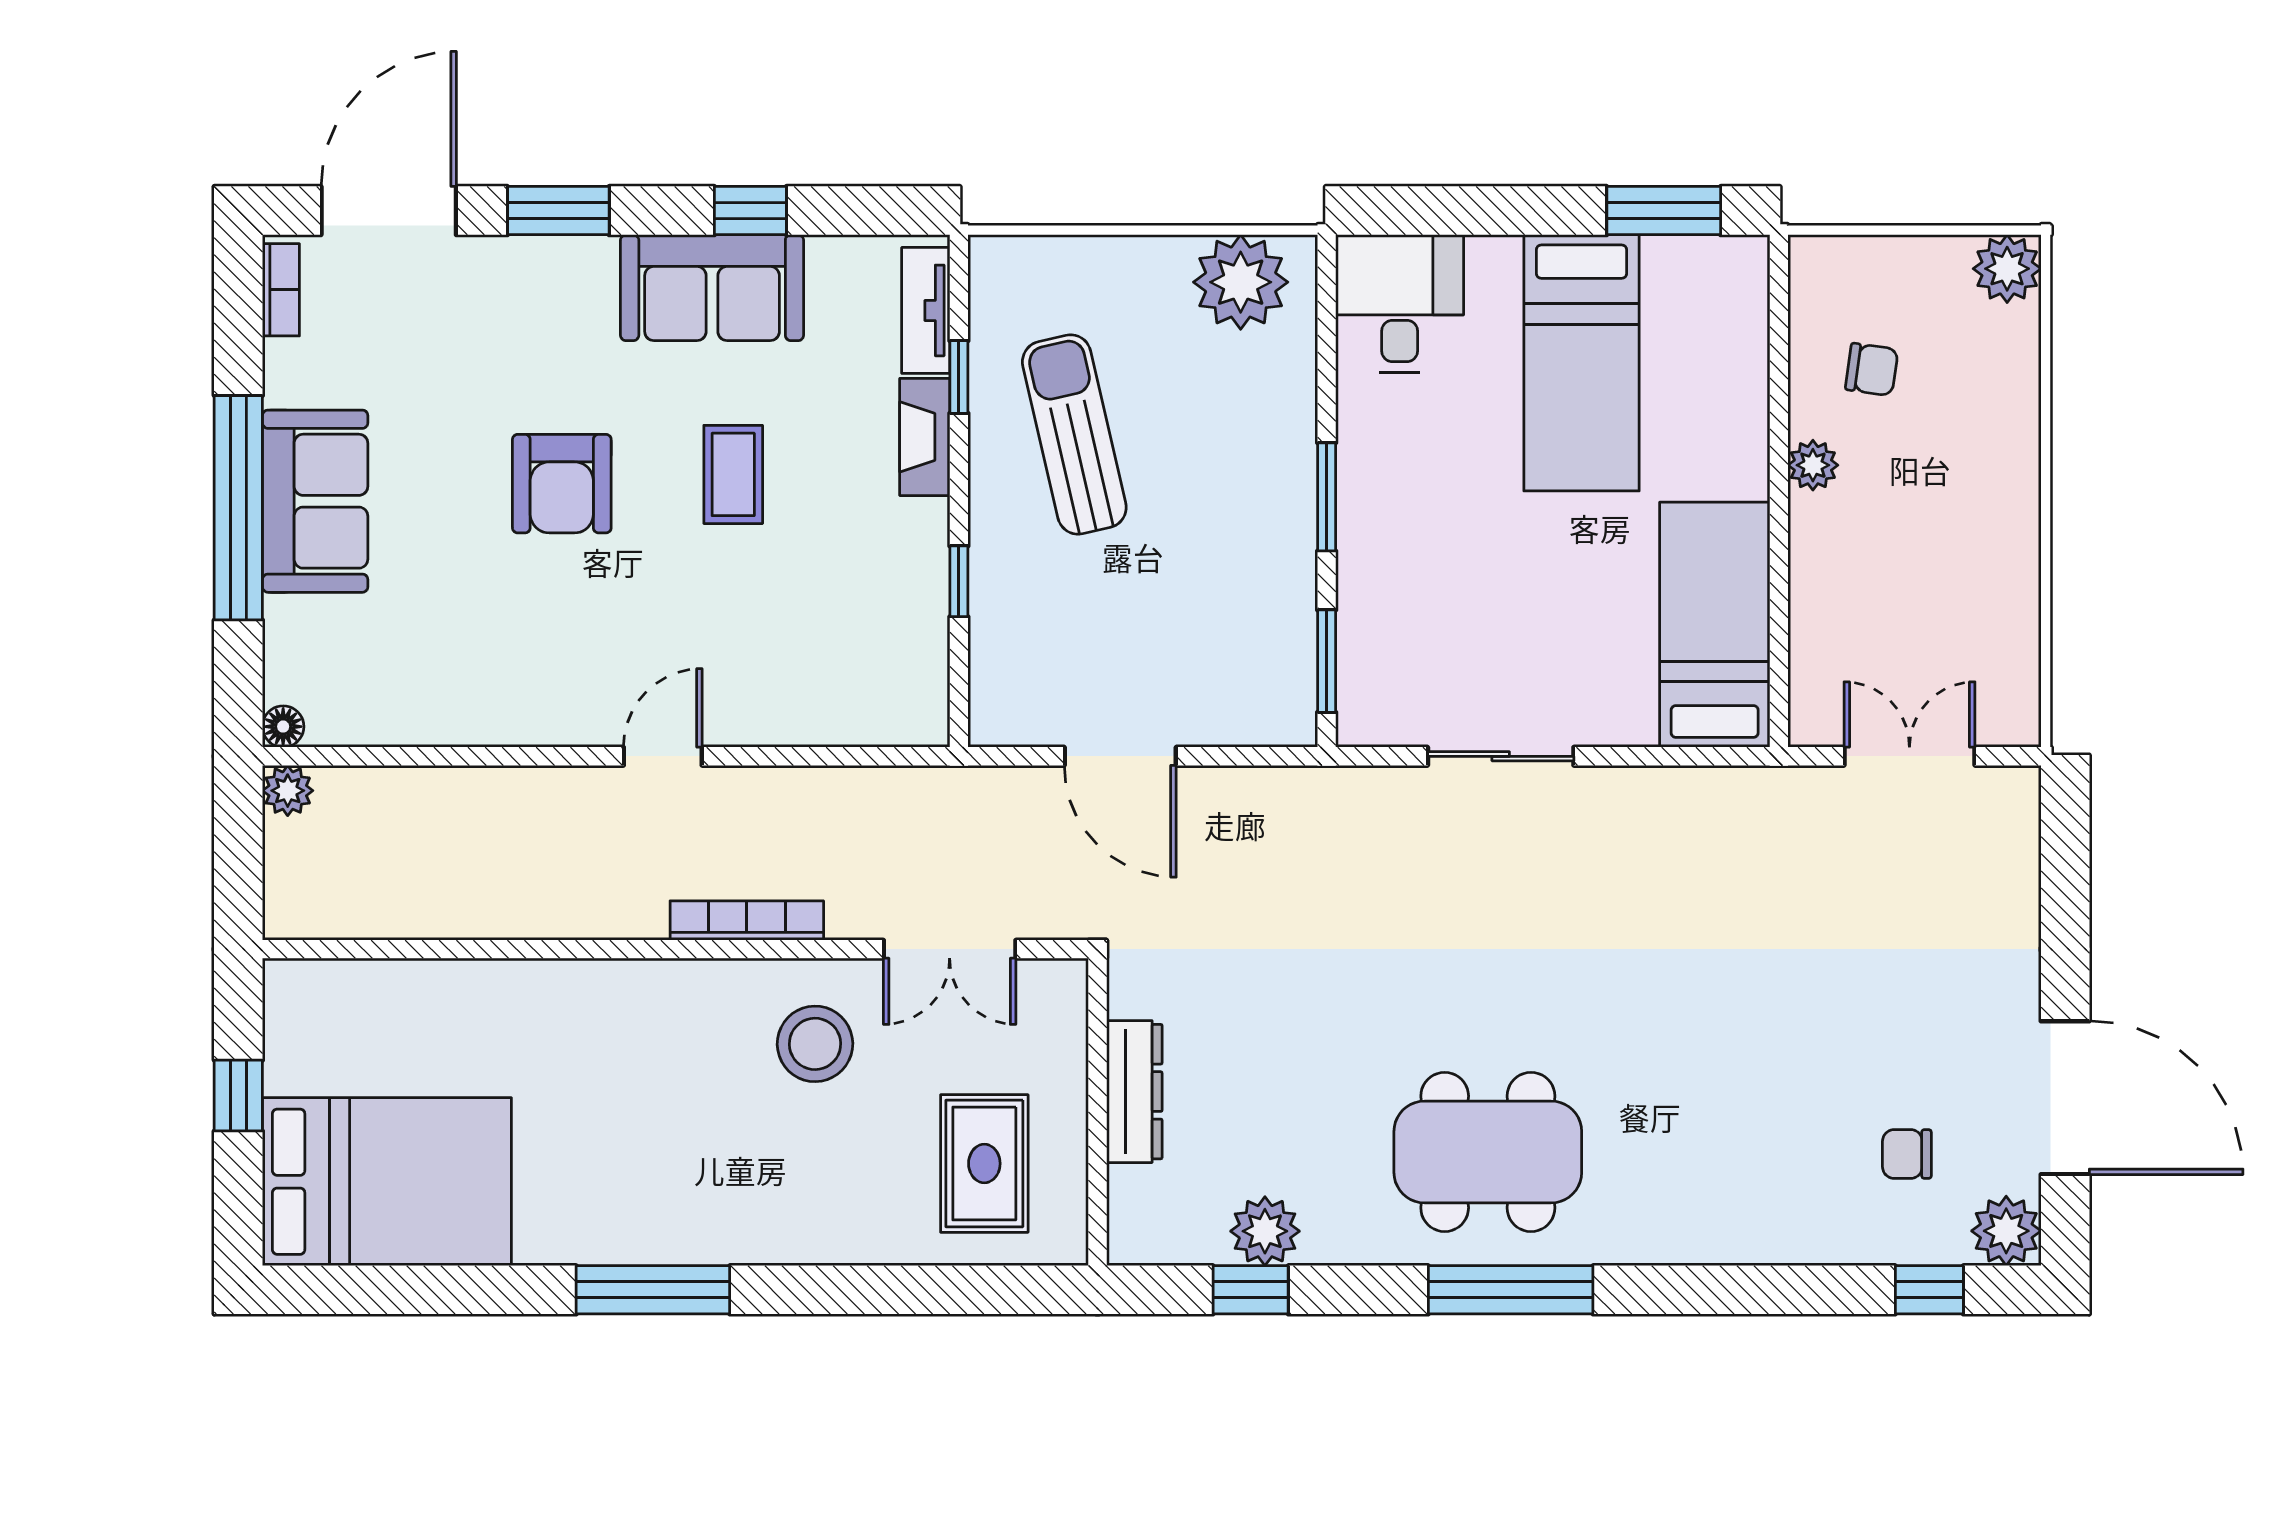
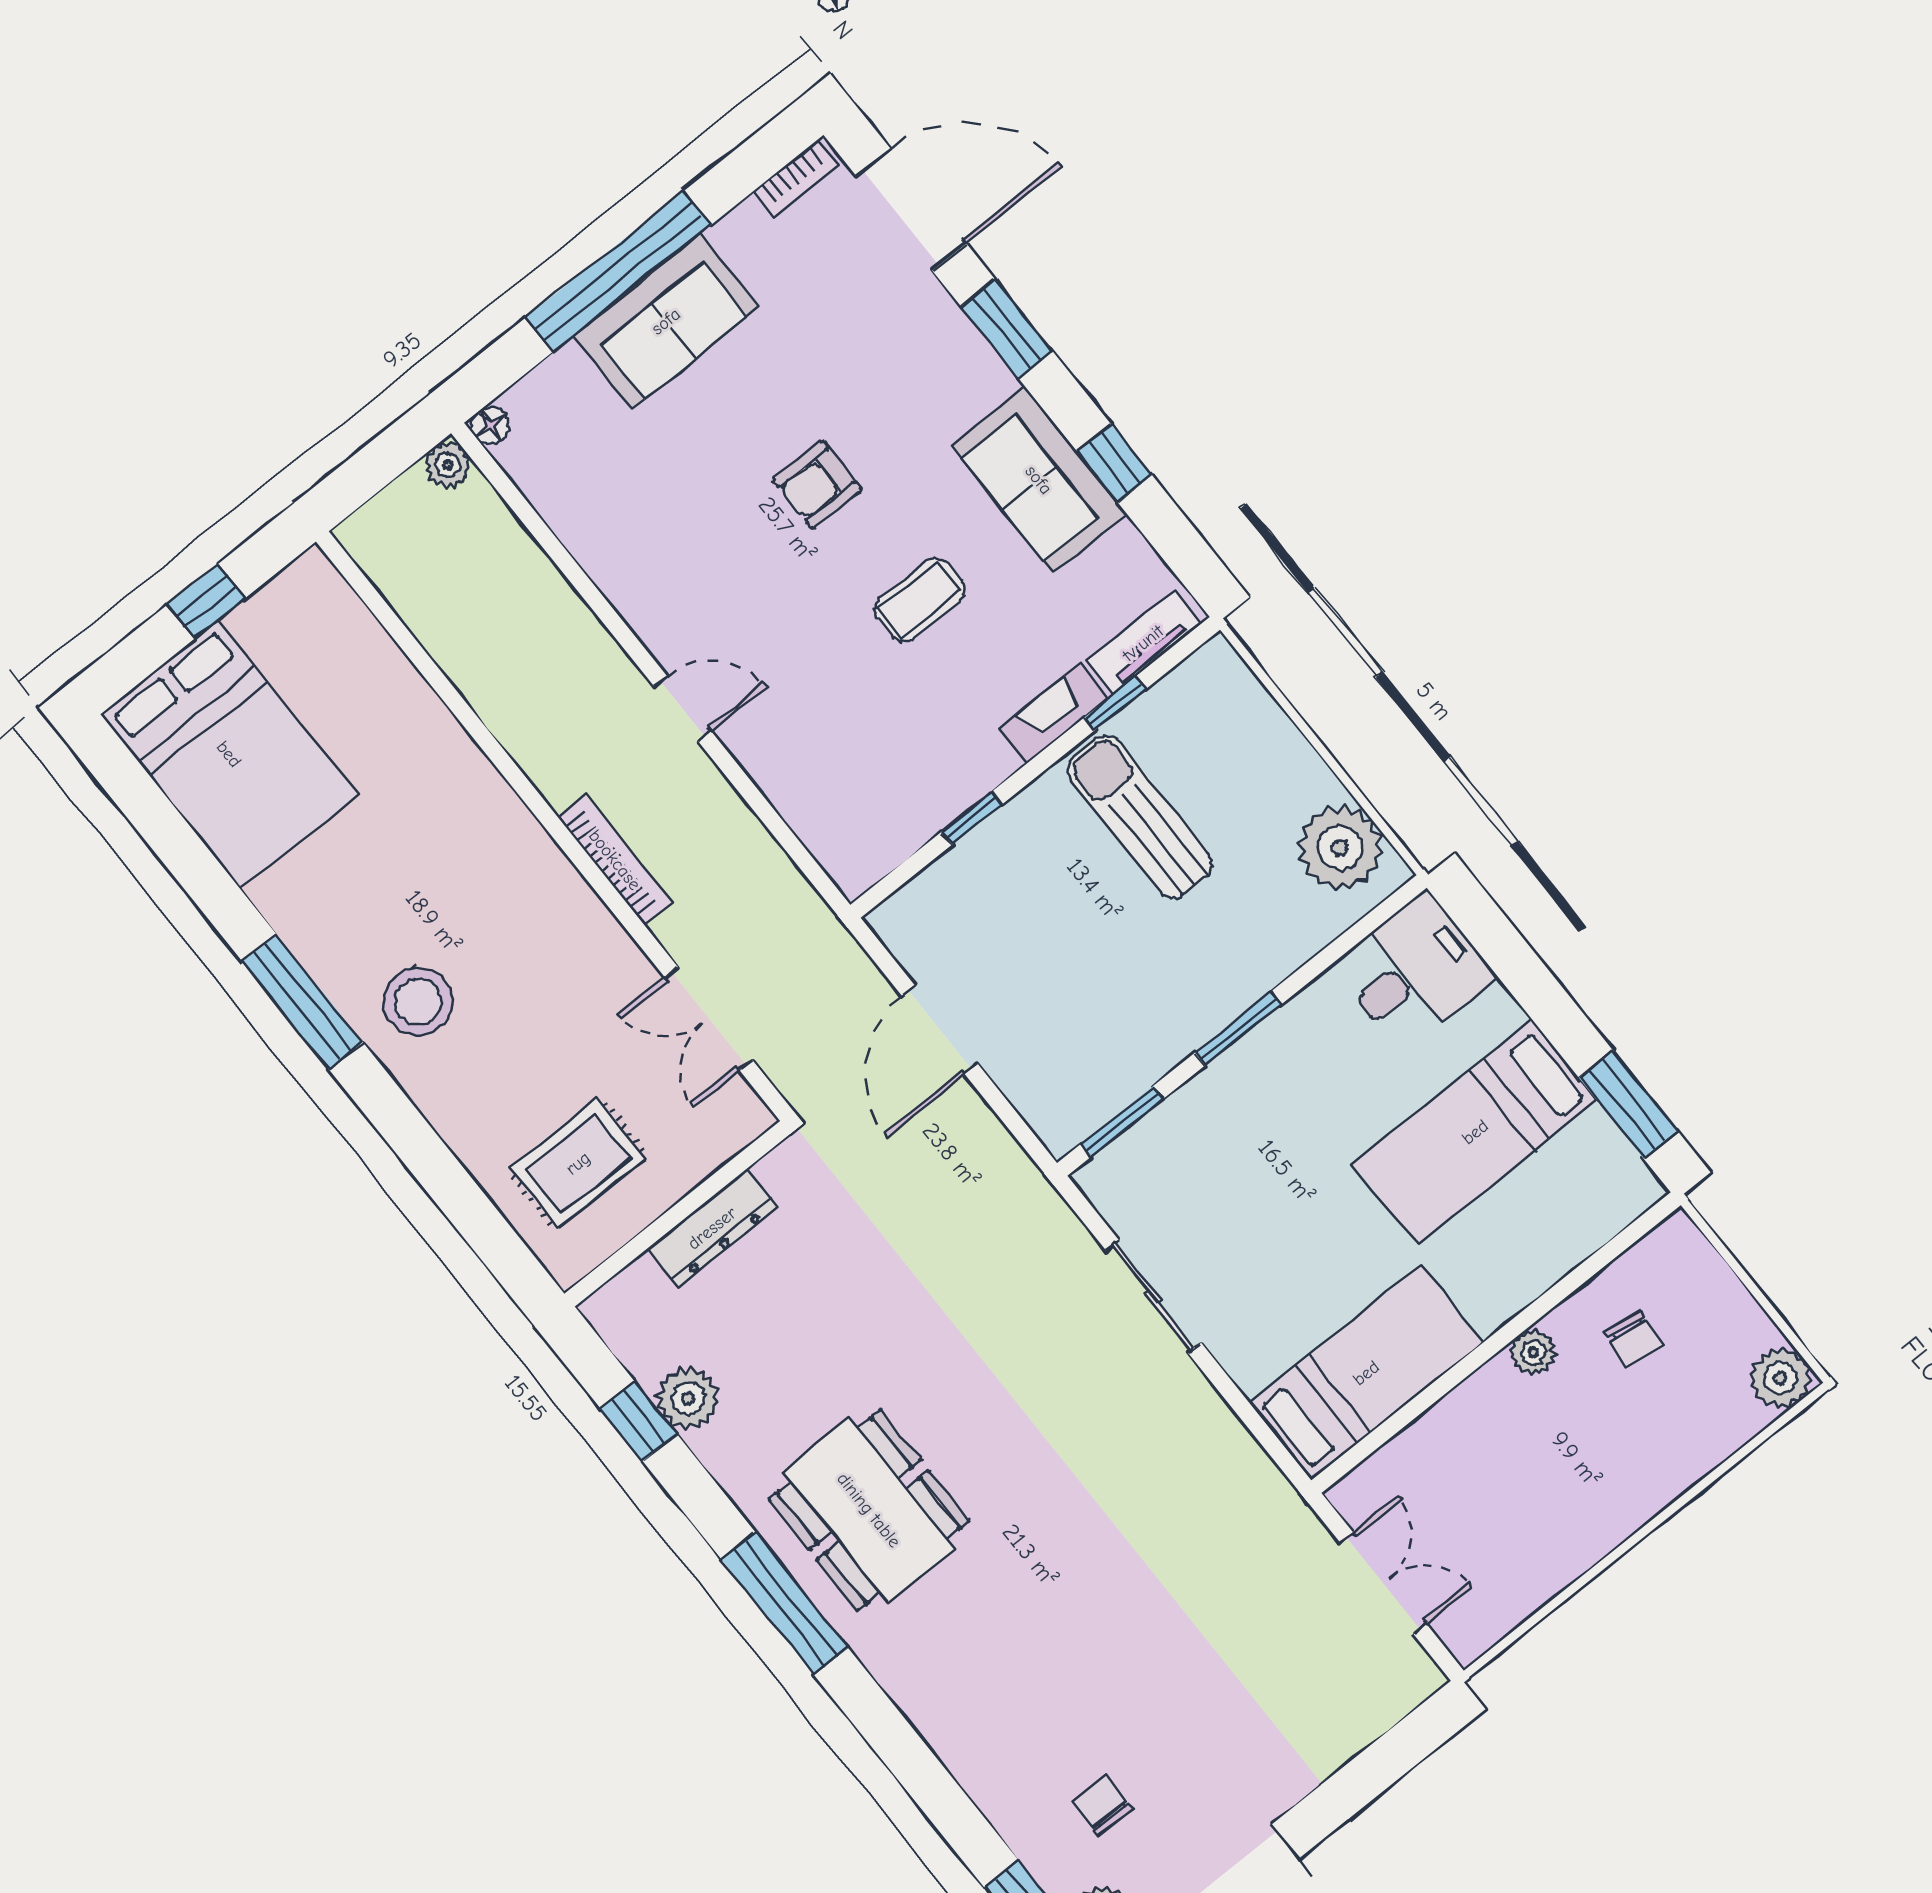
sun lounger: (1074, 434) -> (1140, 817), turned -77
armchair: (562, 484) -> (817, 485), width x0.72, depth x0.72
stool: (815, 1044) -> (418, 1002), moved

